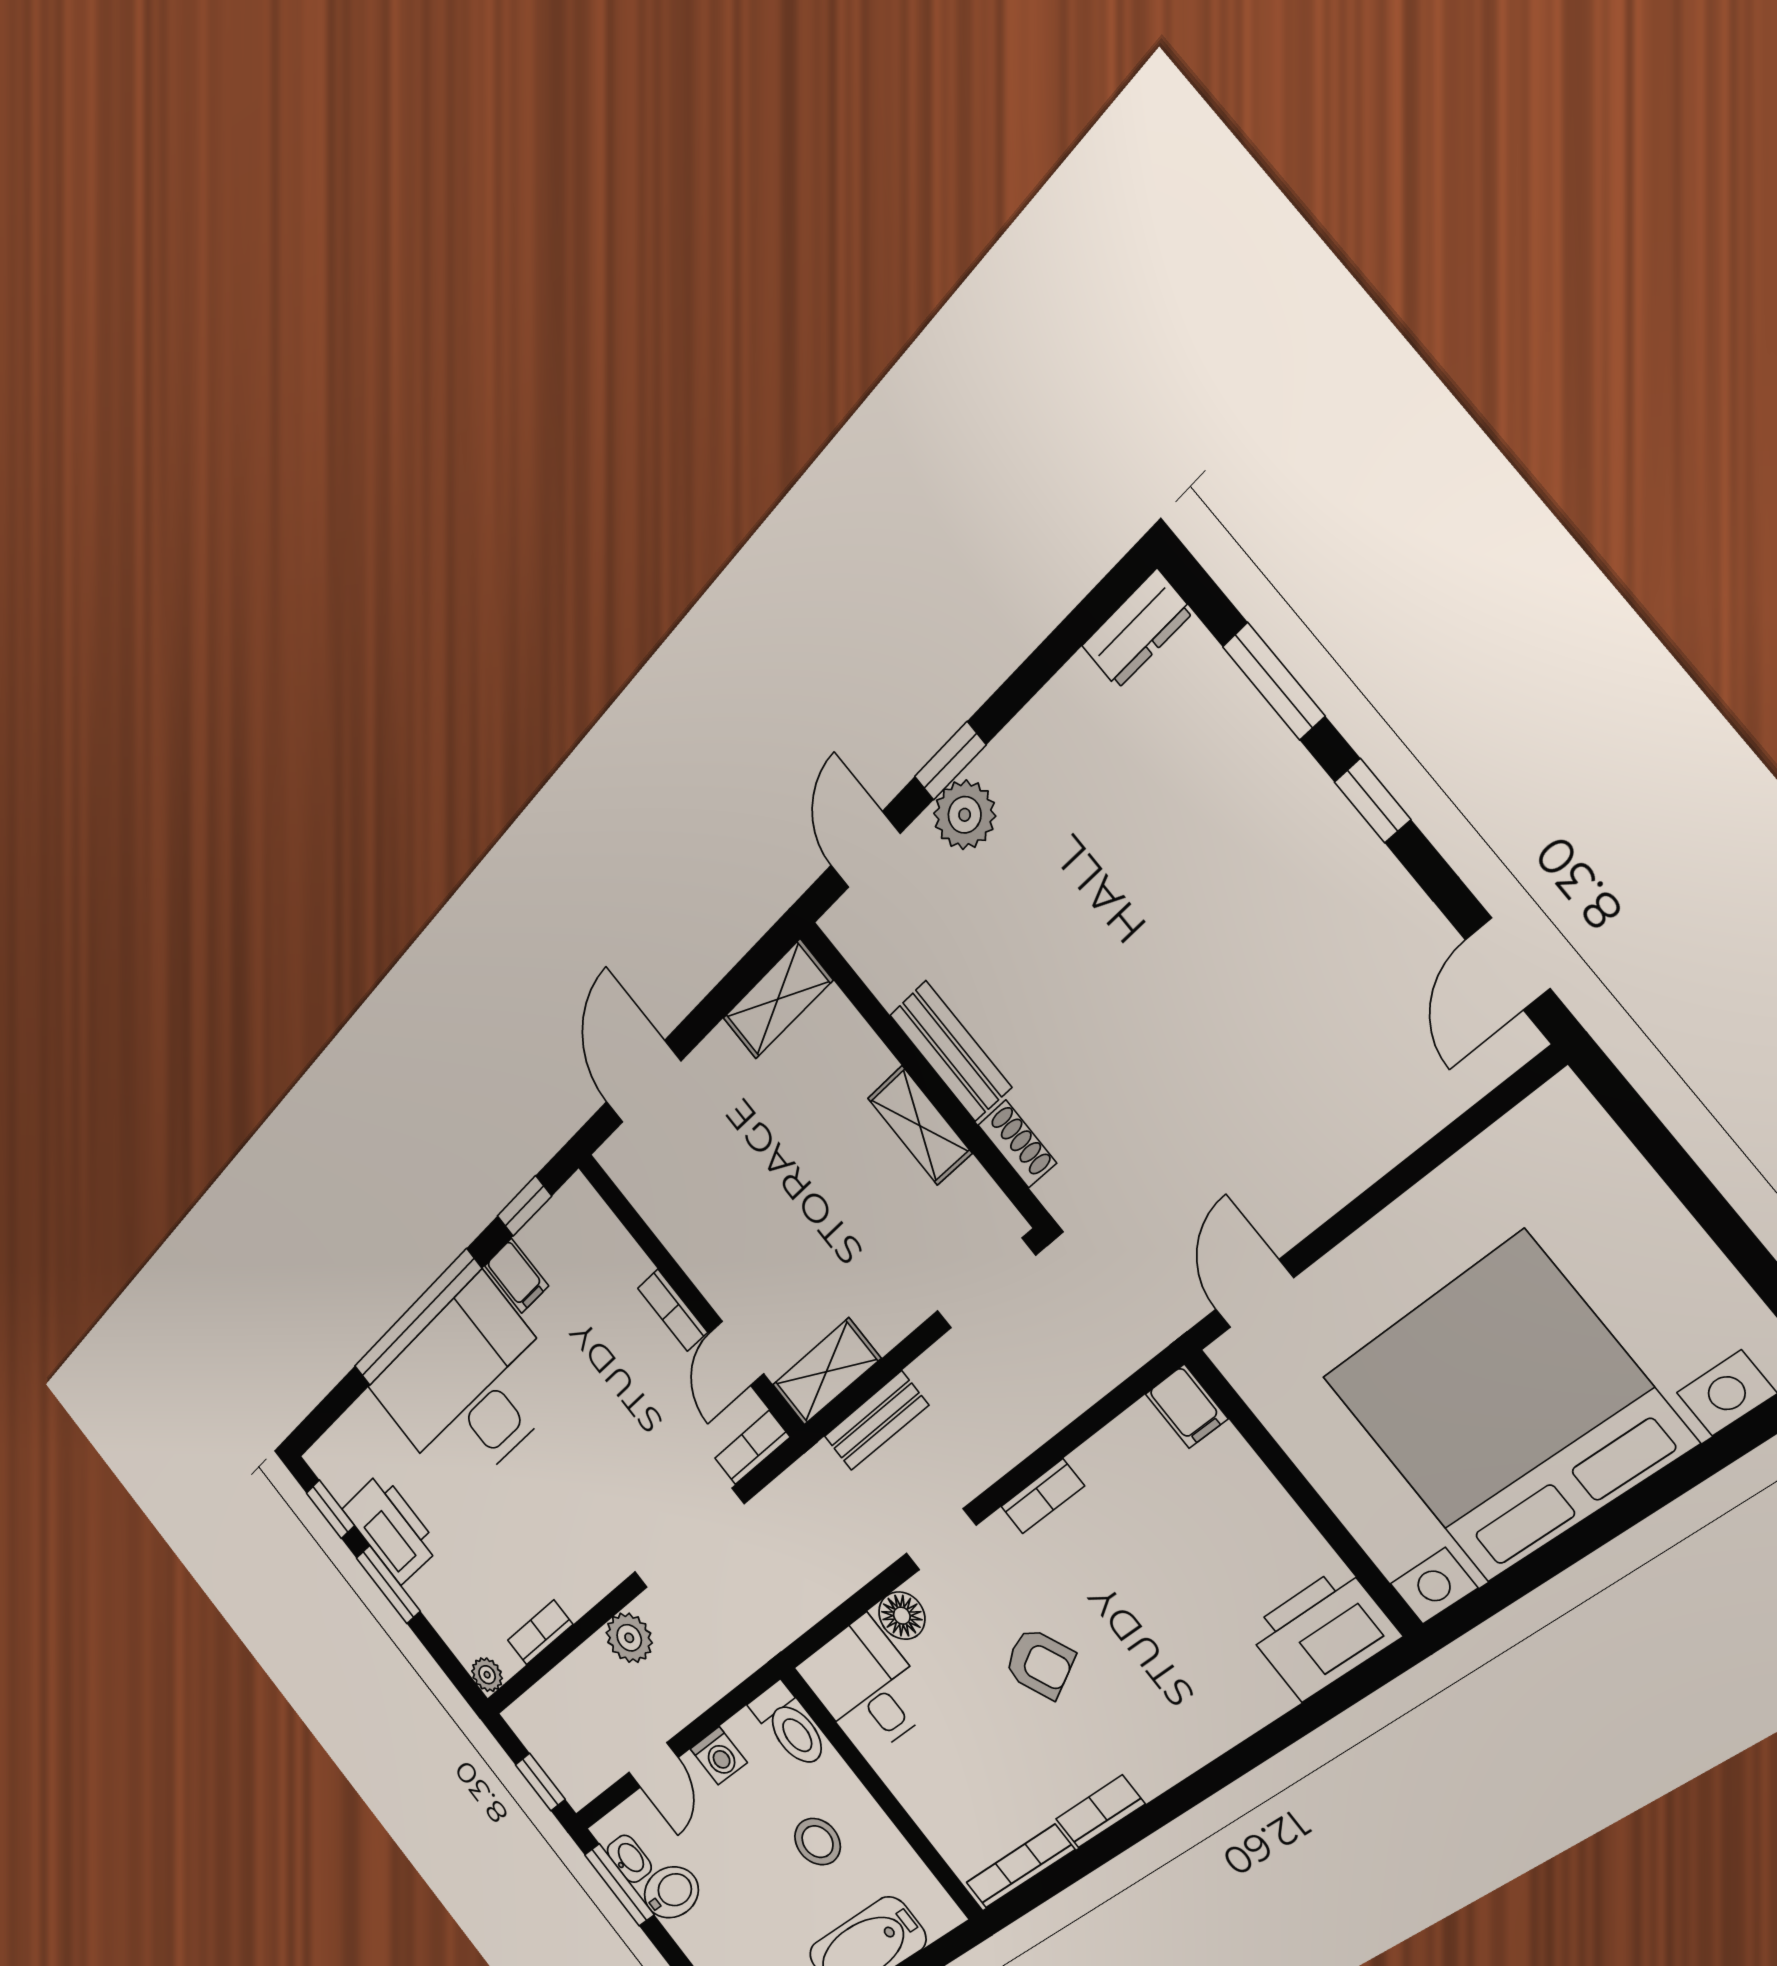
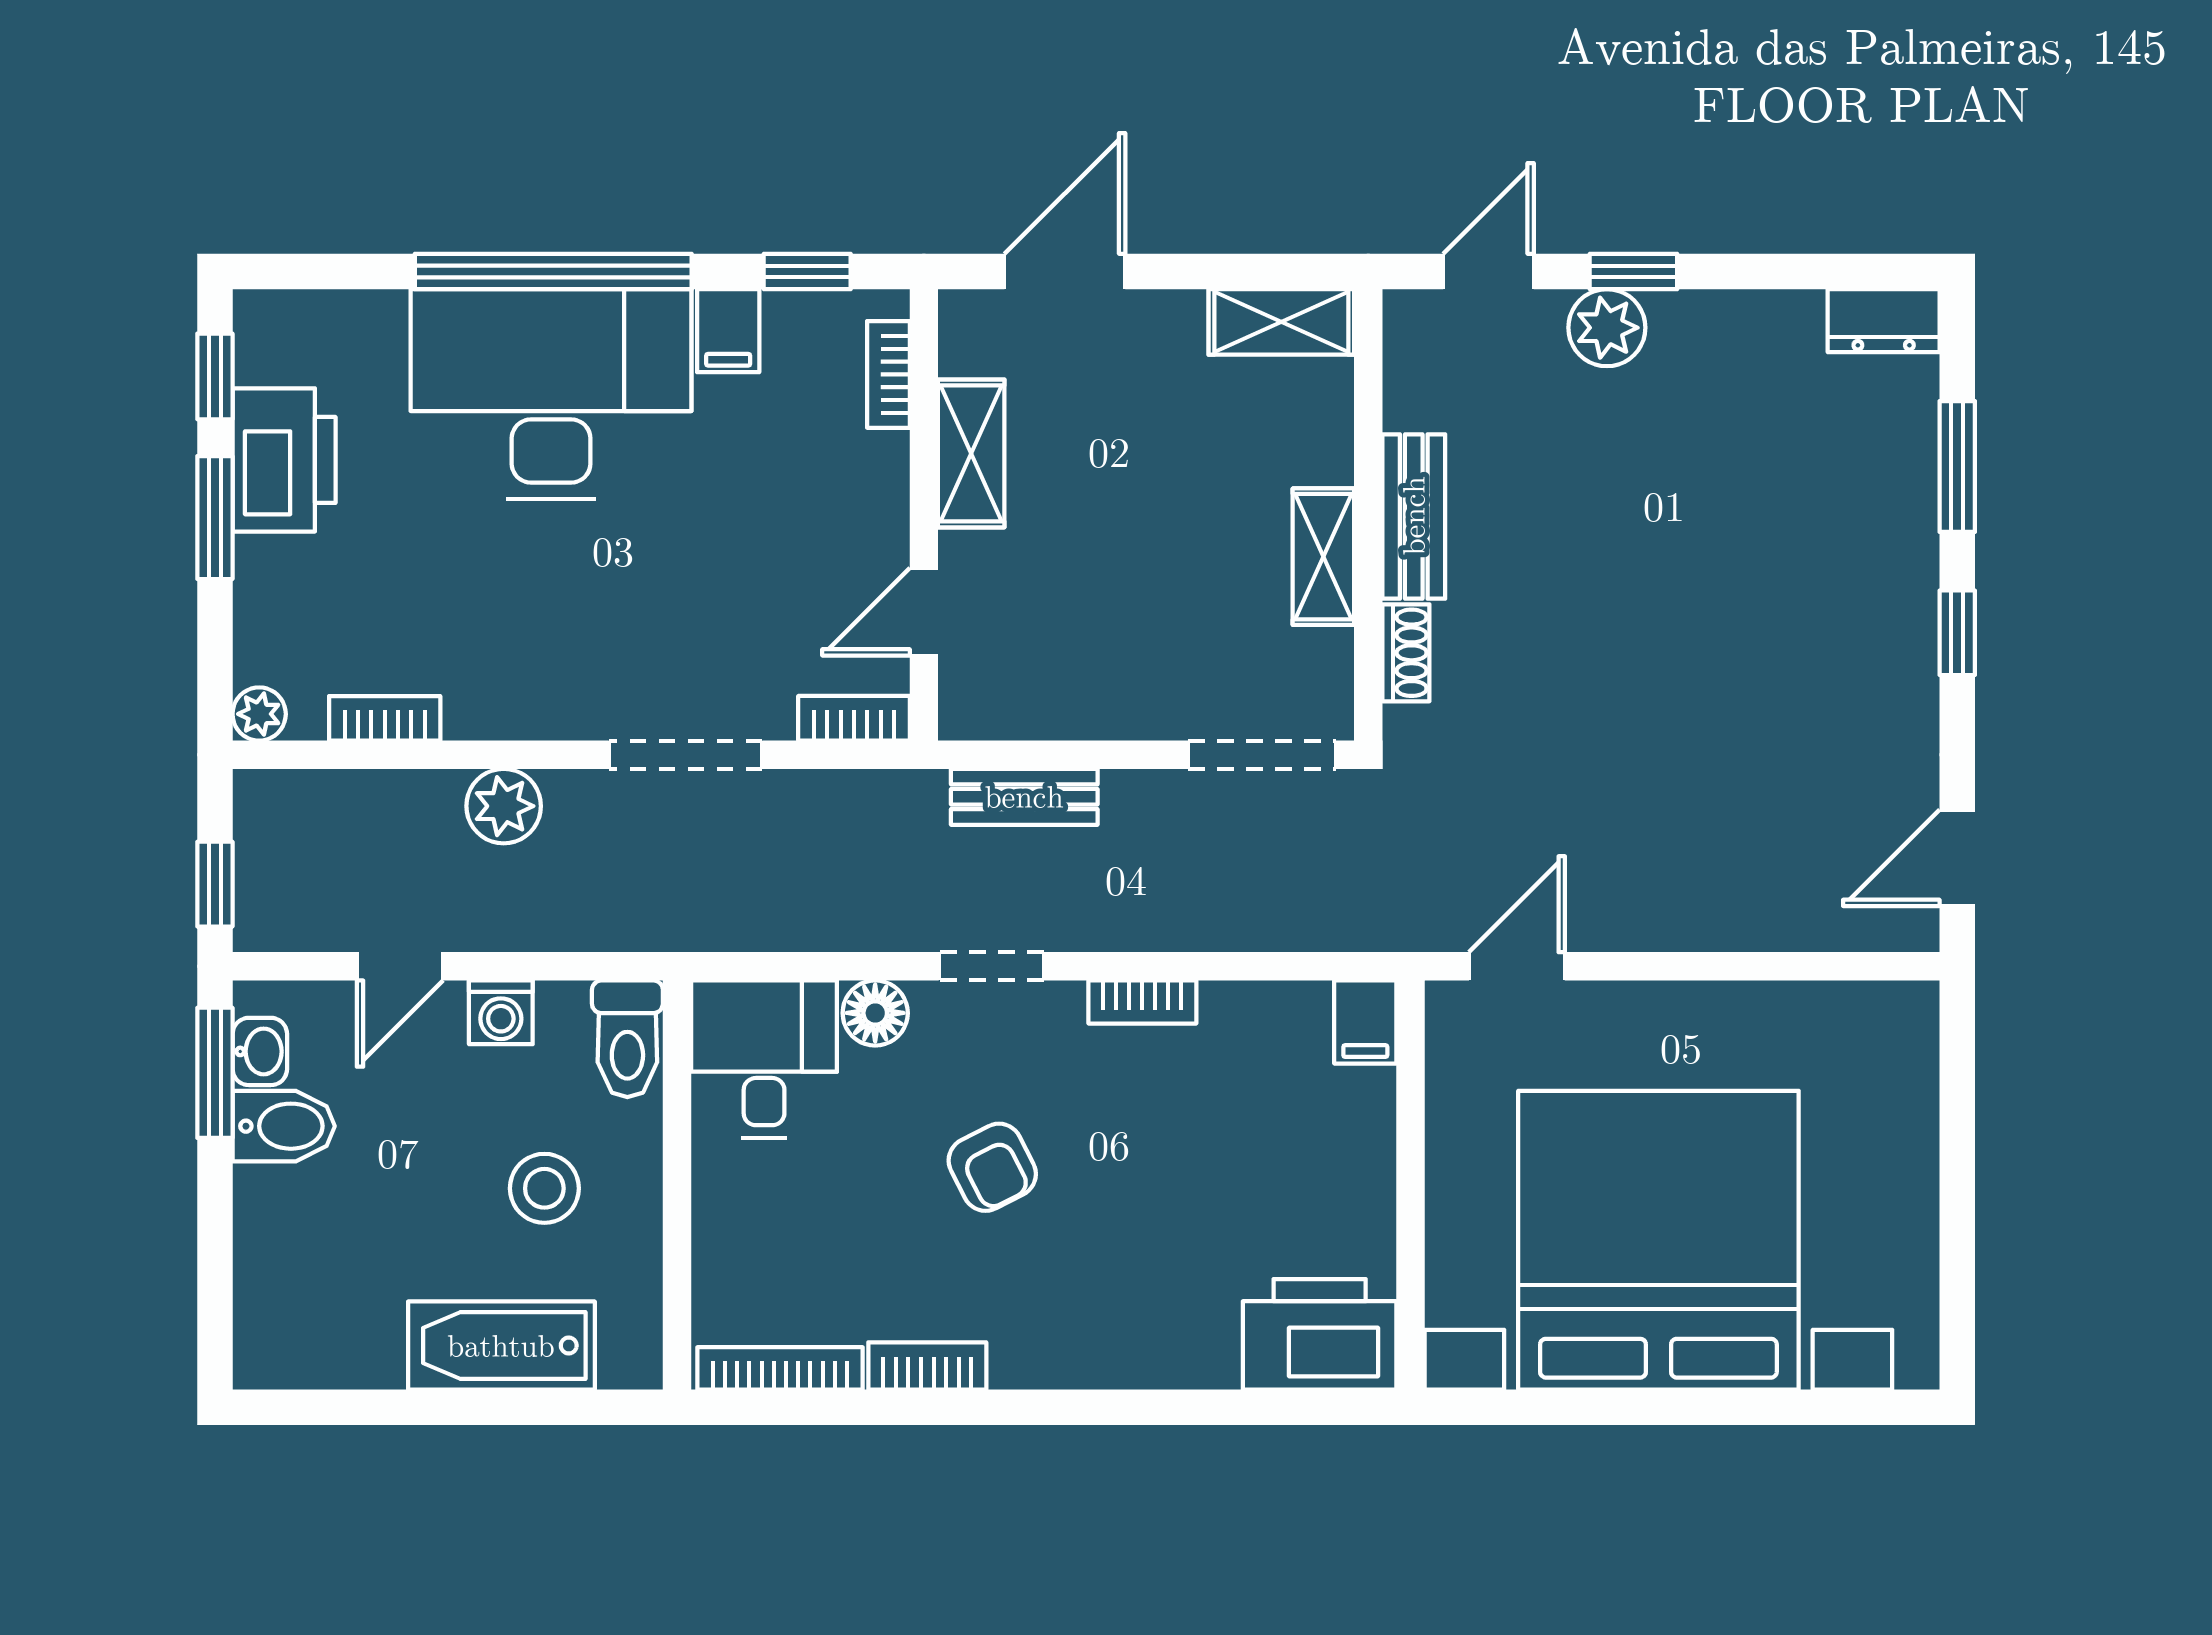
bookcase: (673, 1310) -> (888, 374), moved
shelving: (826, 1372) -> (971, 453), moved, turned 90
doorway: (689, 1538) -> (686, 755), width x0.73

